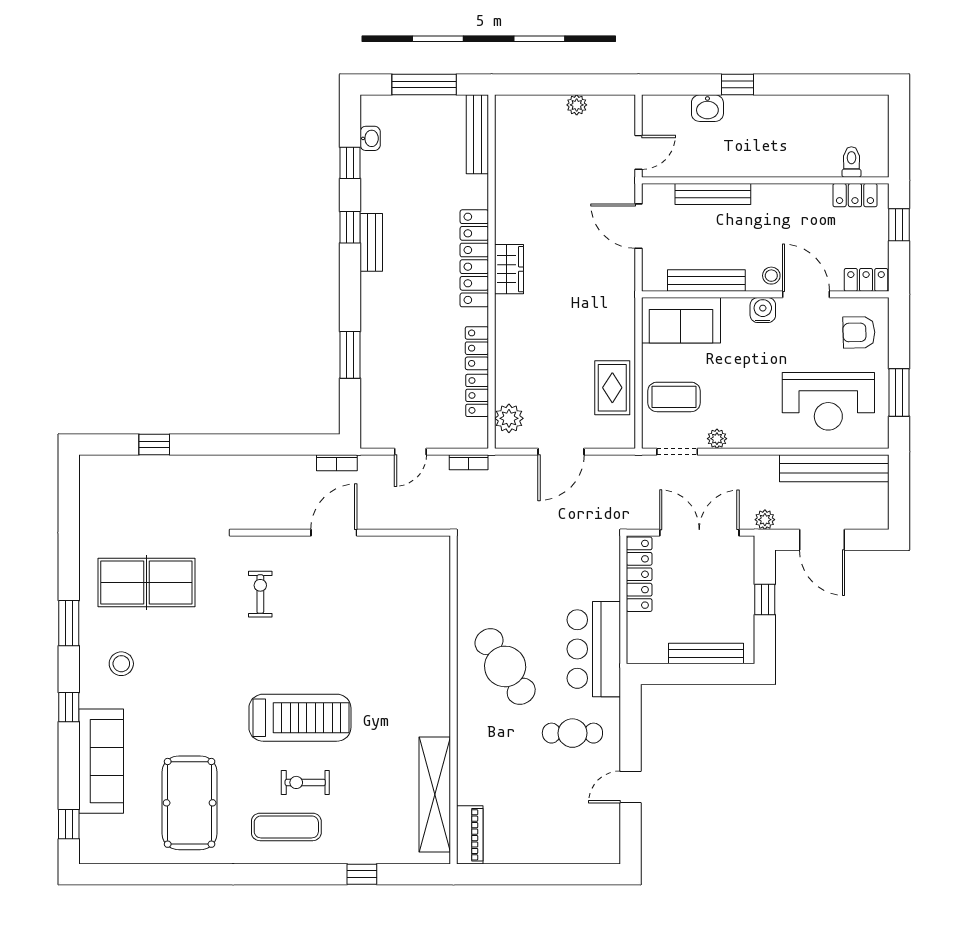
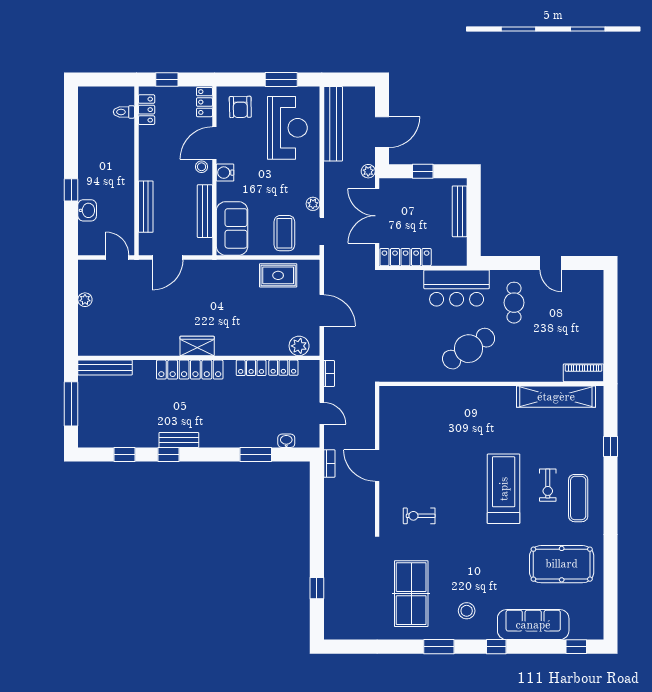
washbasin: (370, 138) -> (286, 441), moved

